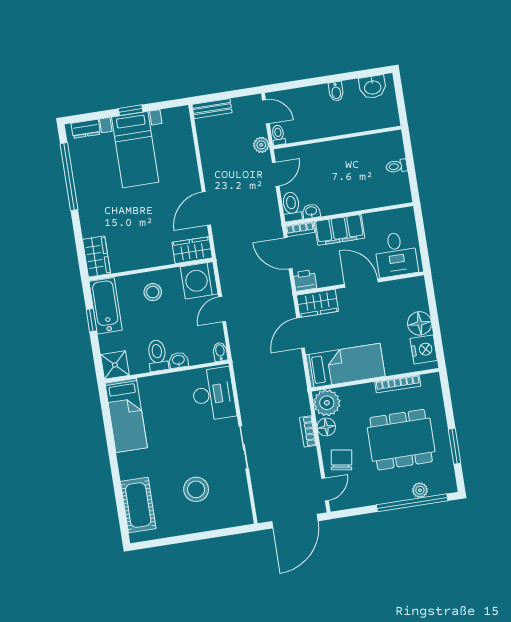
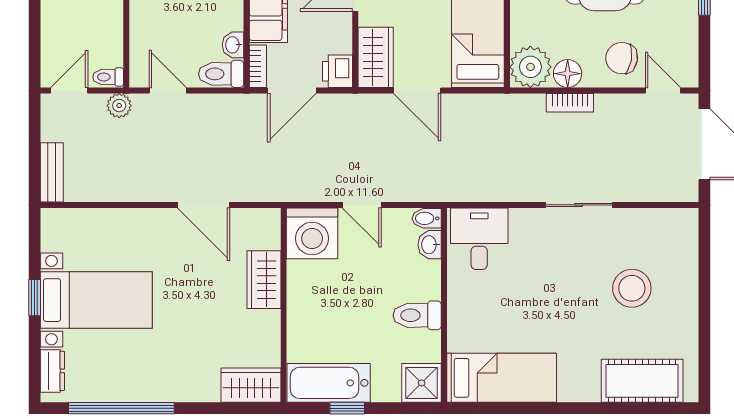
wardrobe: (192, 250) -> (264, 280), moved
stool: (153, 292) -> (319, 307), removed
washbasin: (178, 360) -> (430, 245), moved
desk: (213, 394) -> (479, 239), width x0.73

